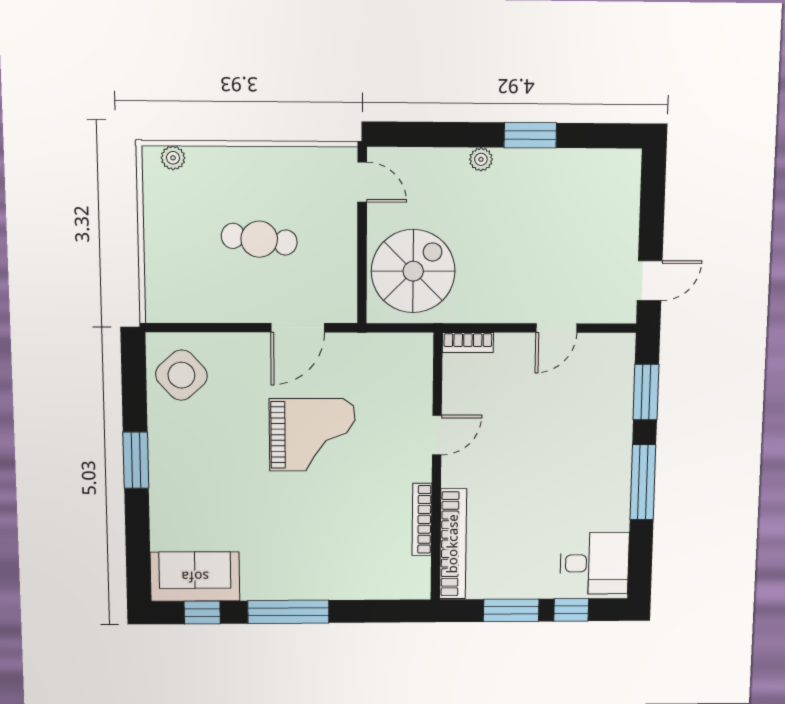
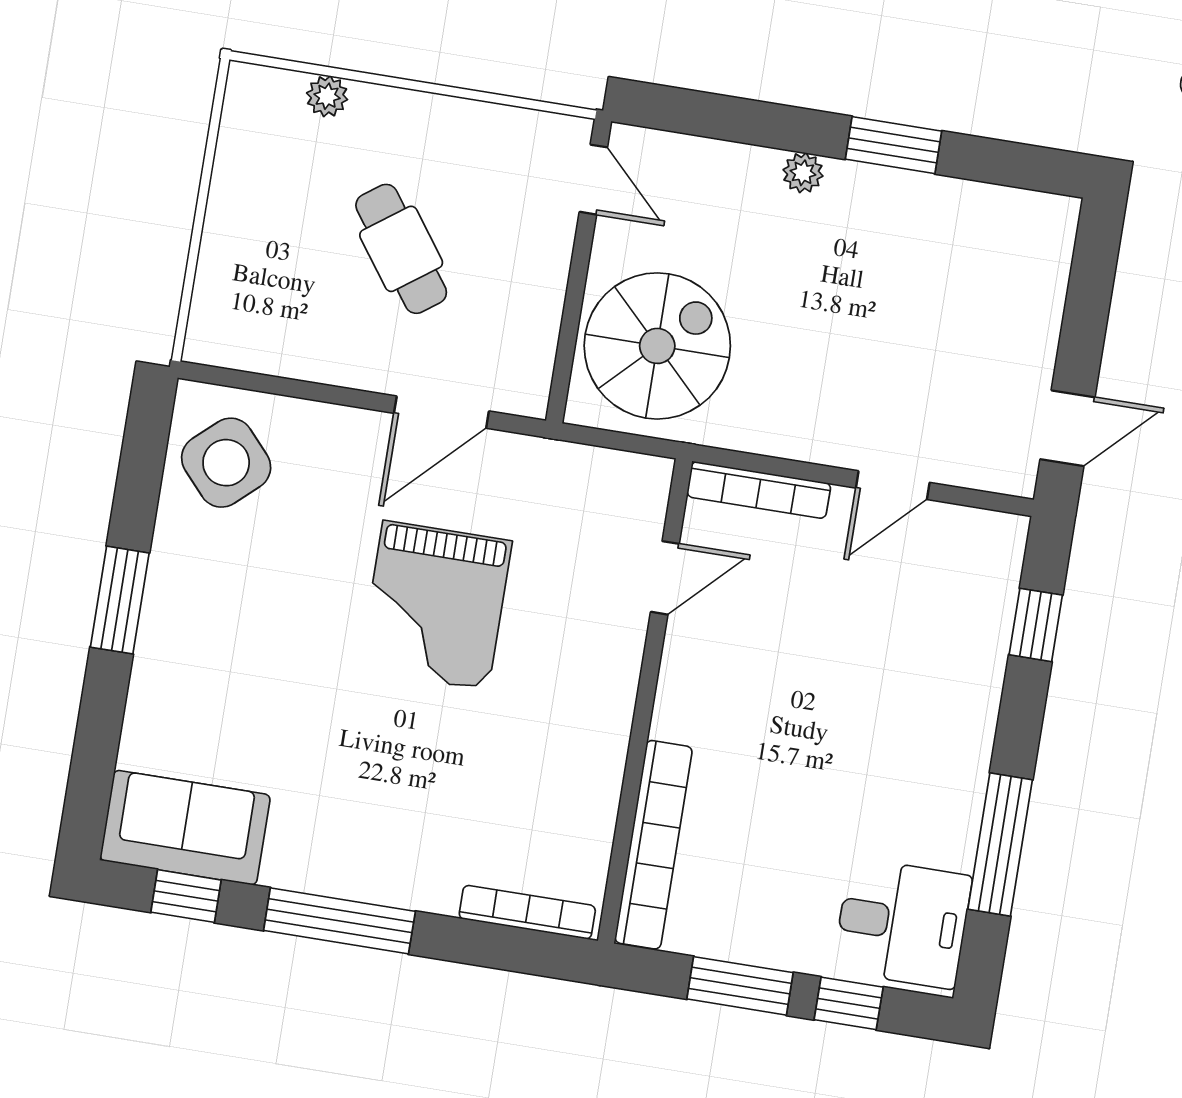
plant: (173, 158) -> (327, 96), moved
cafe table: (259, 239) -> (401, 249), turned 47
bookcase: (468, 343) -> (759, 490), width x1.56
window: (646, 392) -> (1036, 625), width x0.67
grand piano: (312, 435) -> (436, 605), turned 90
door: (437, 435) -> (665, 578), moved
window: (643, 482) -> (1000, 844), moved
bookcase: (422, 519) -> (527, 912), moved, turned 90

